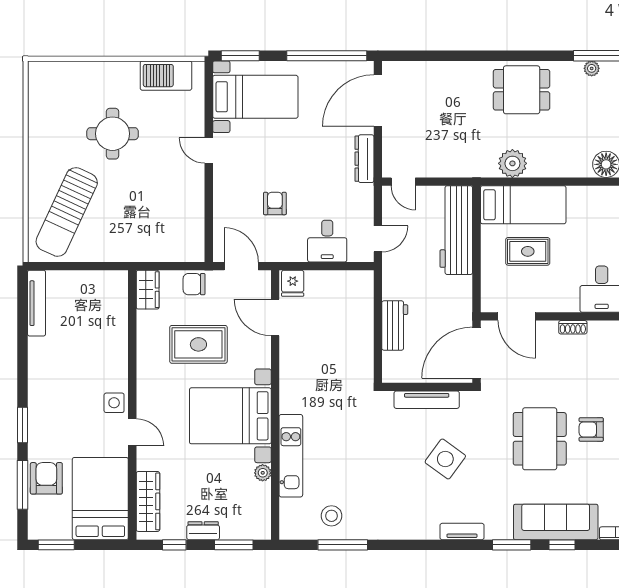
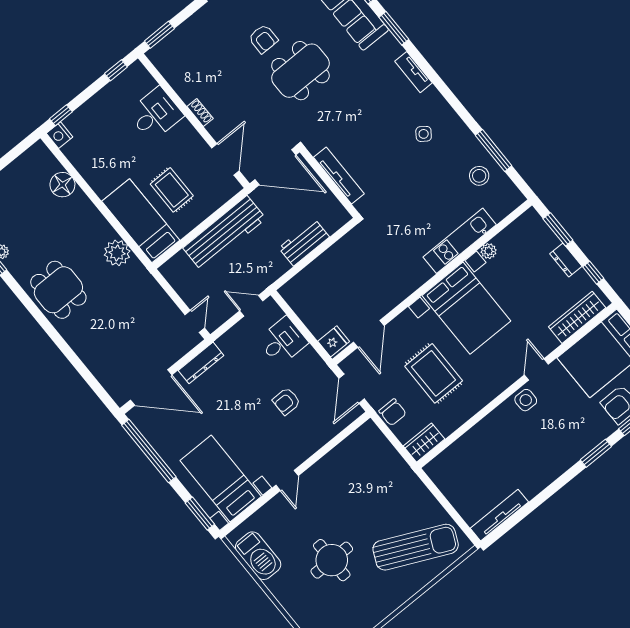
workbench: (456, 230) -> (224, 233), moved
side table: (445, 459) -> (424, 134), moved, width x0.54, depth x0.54

